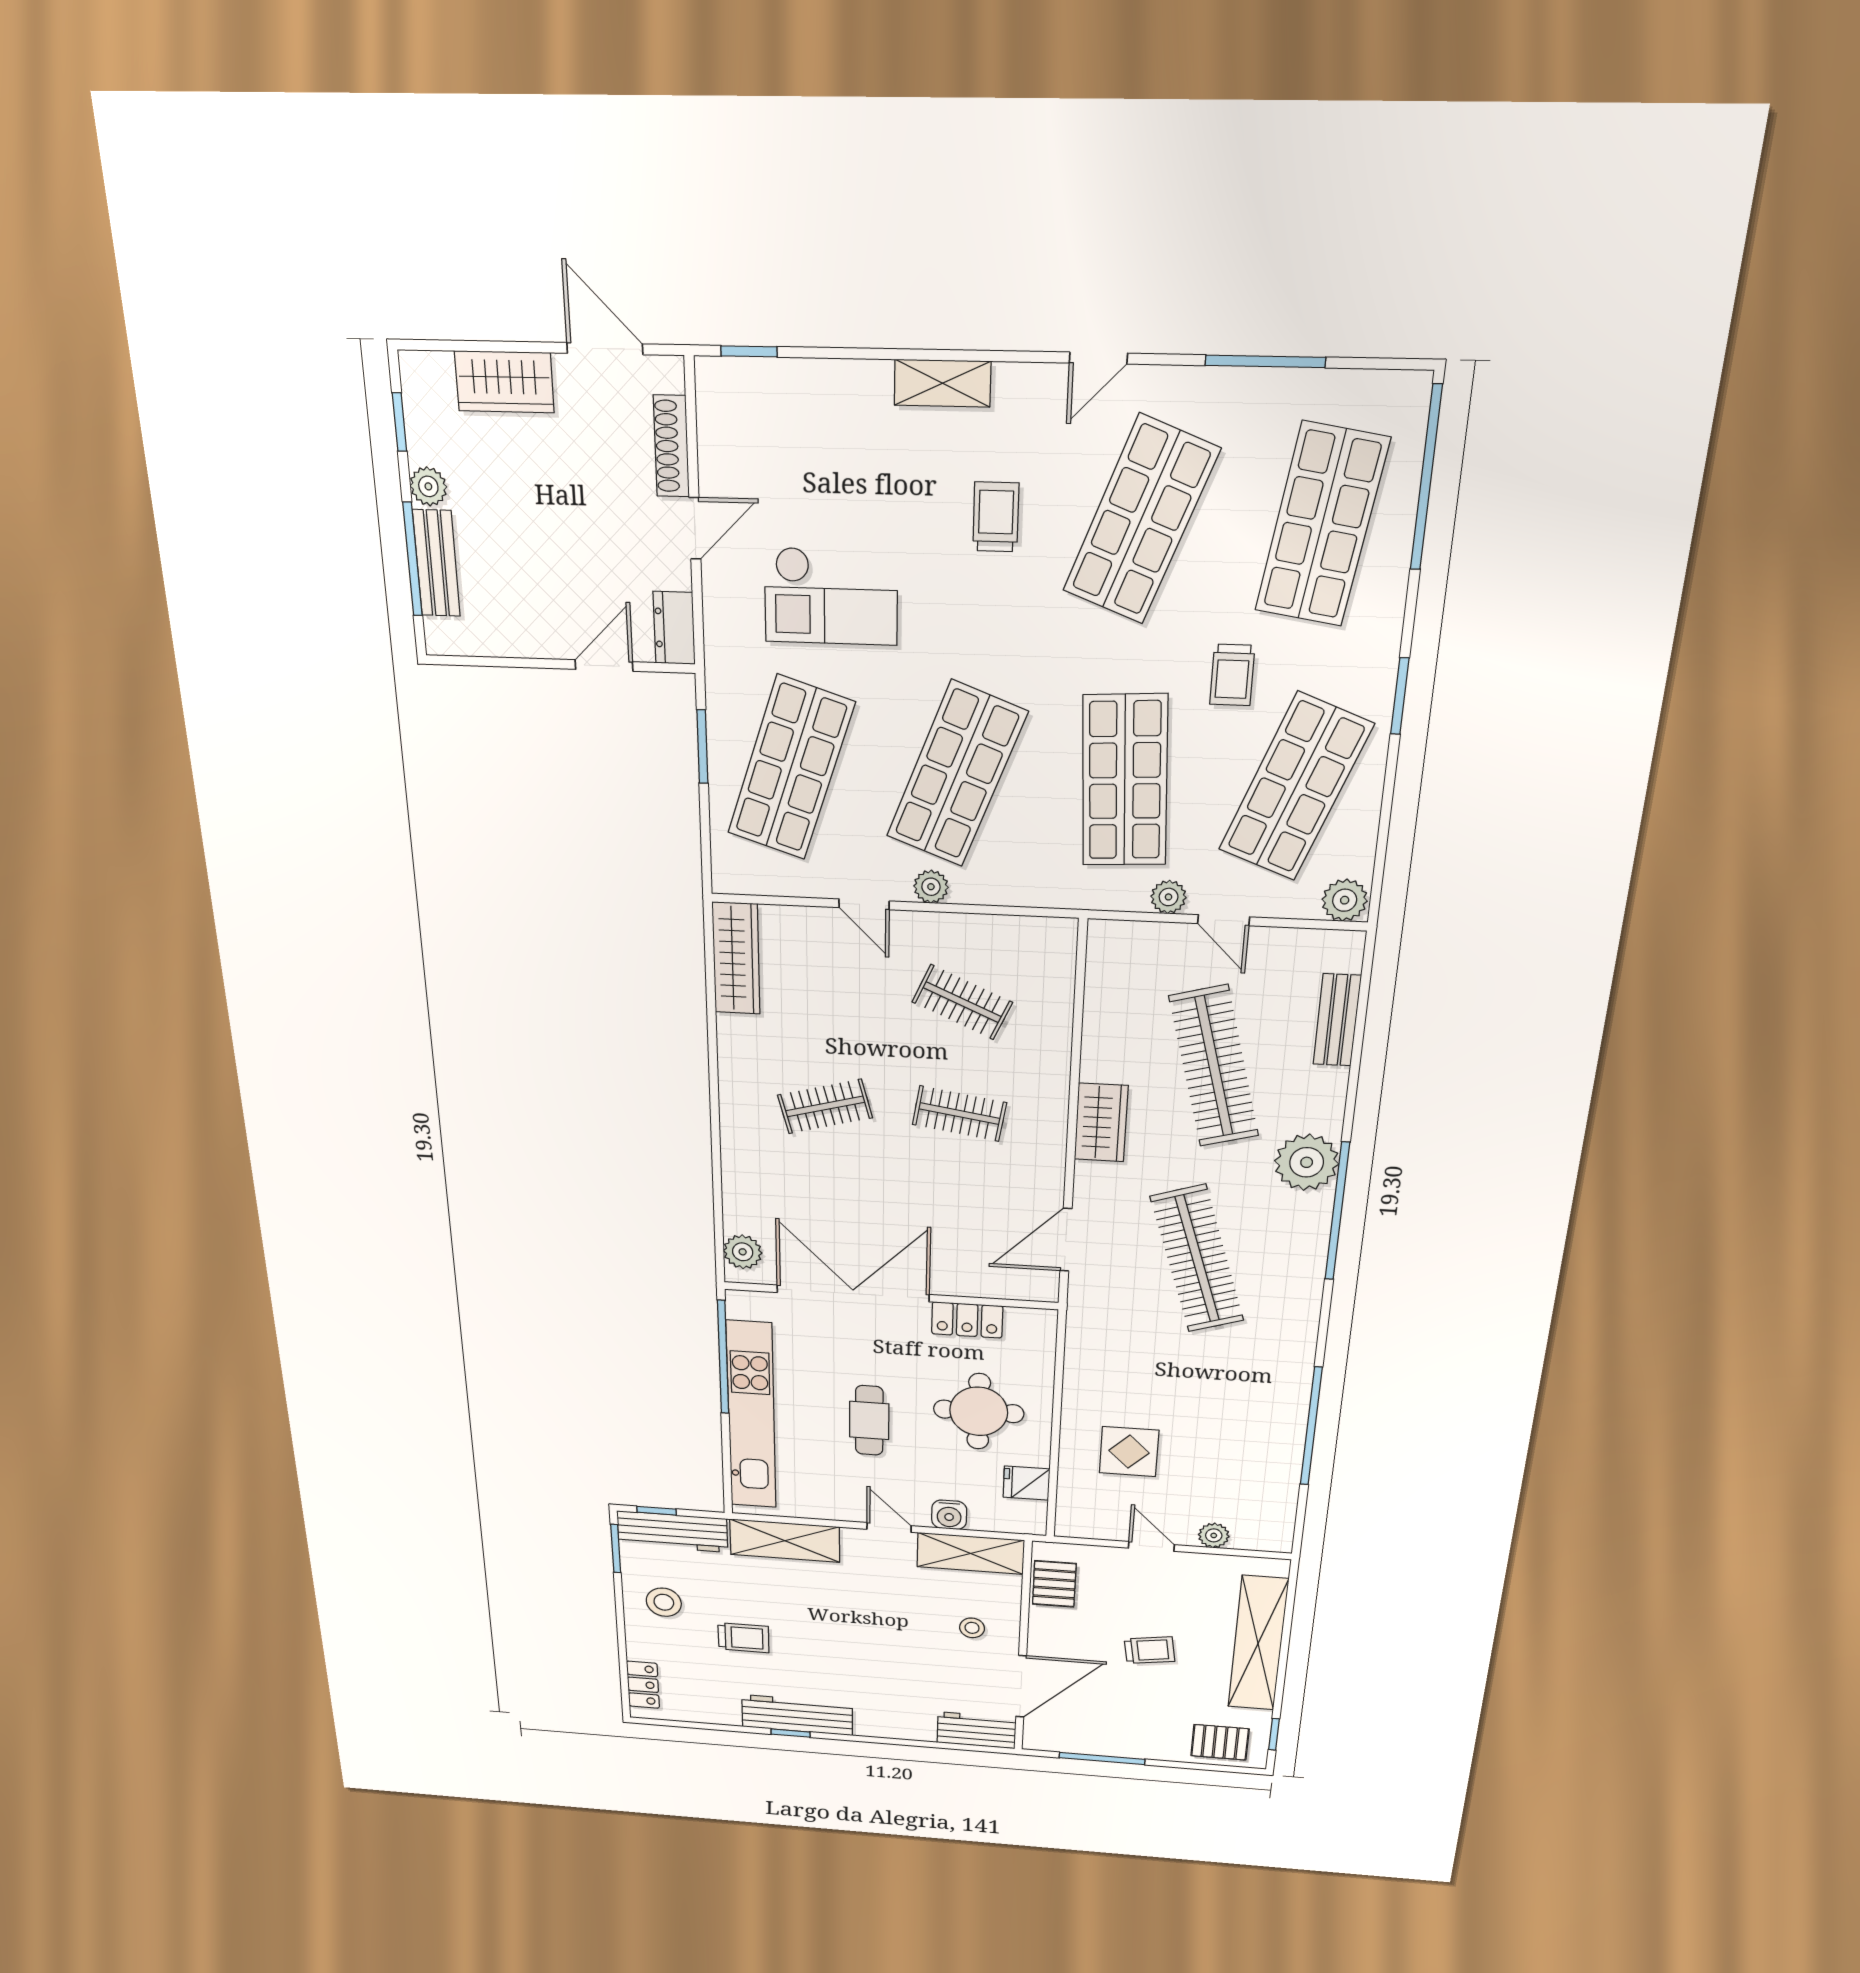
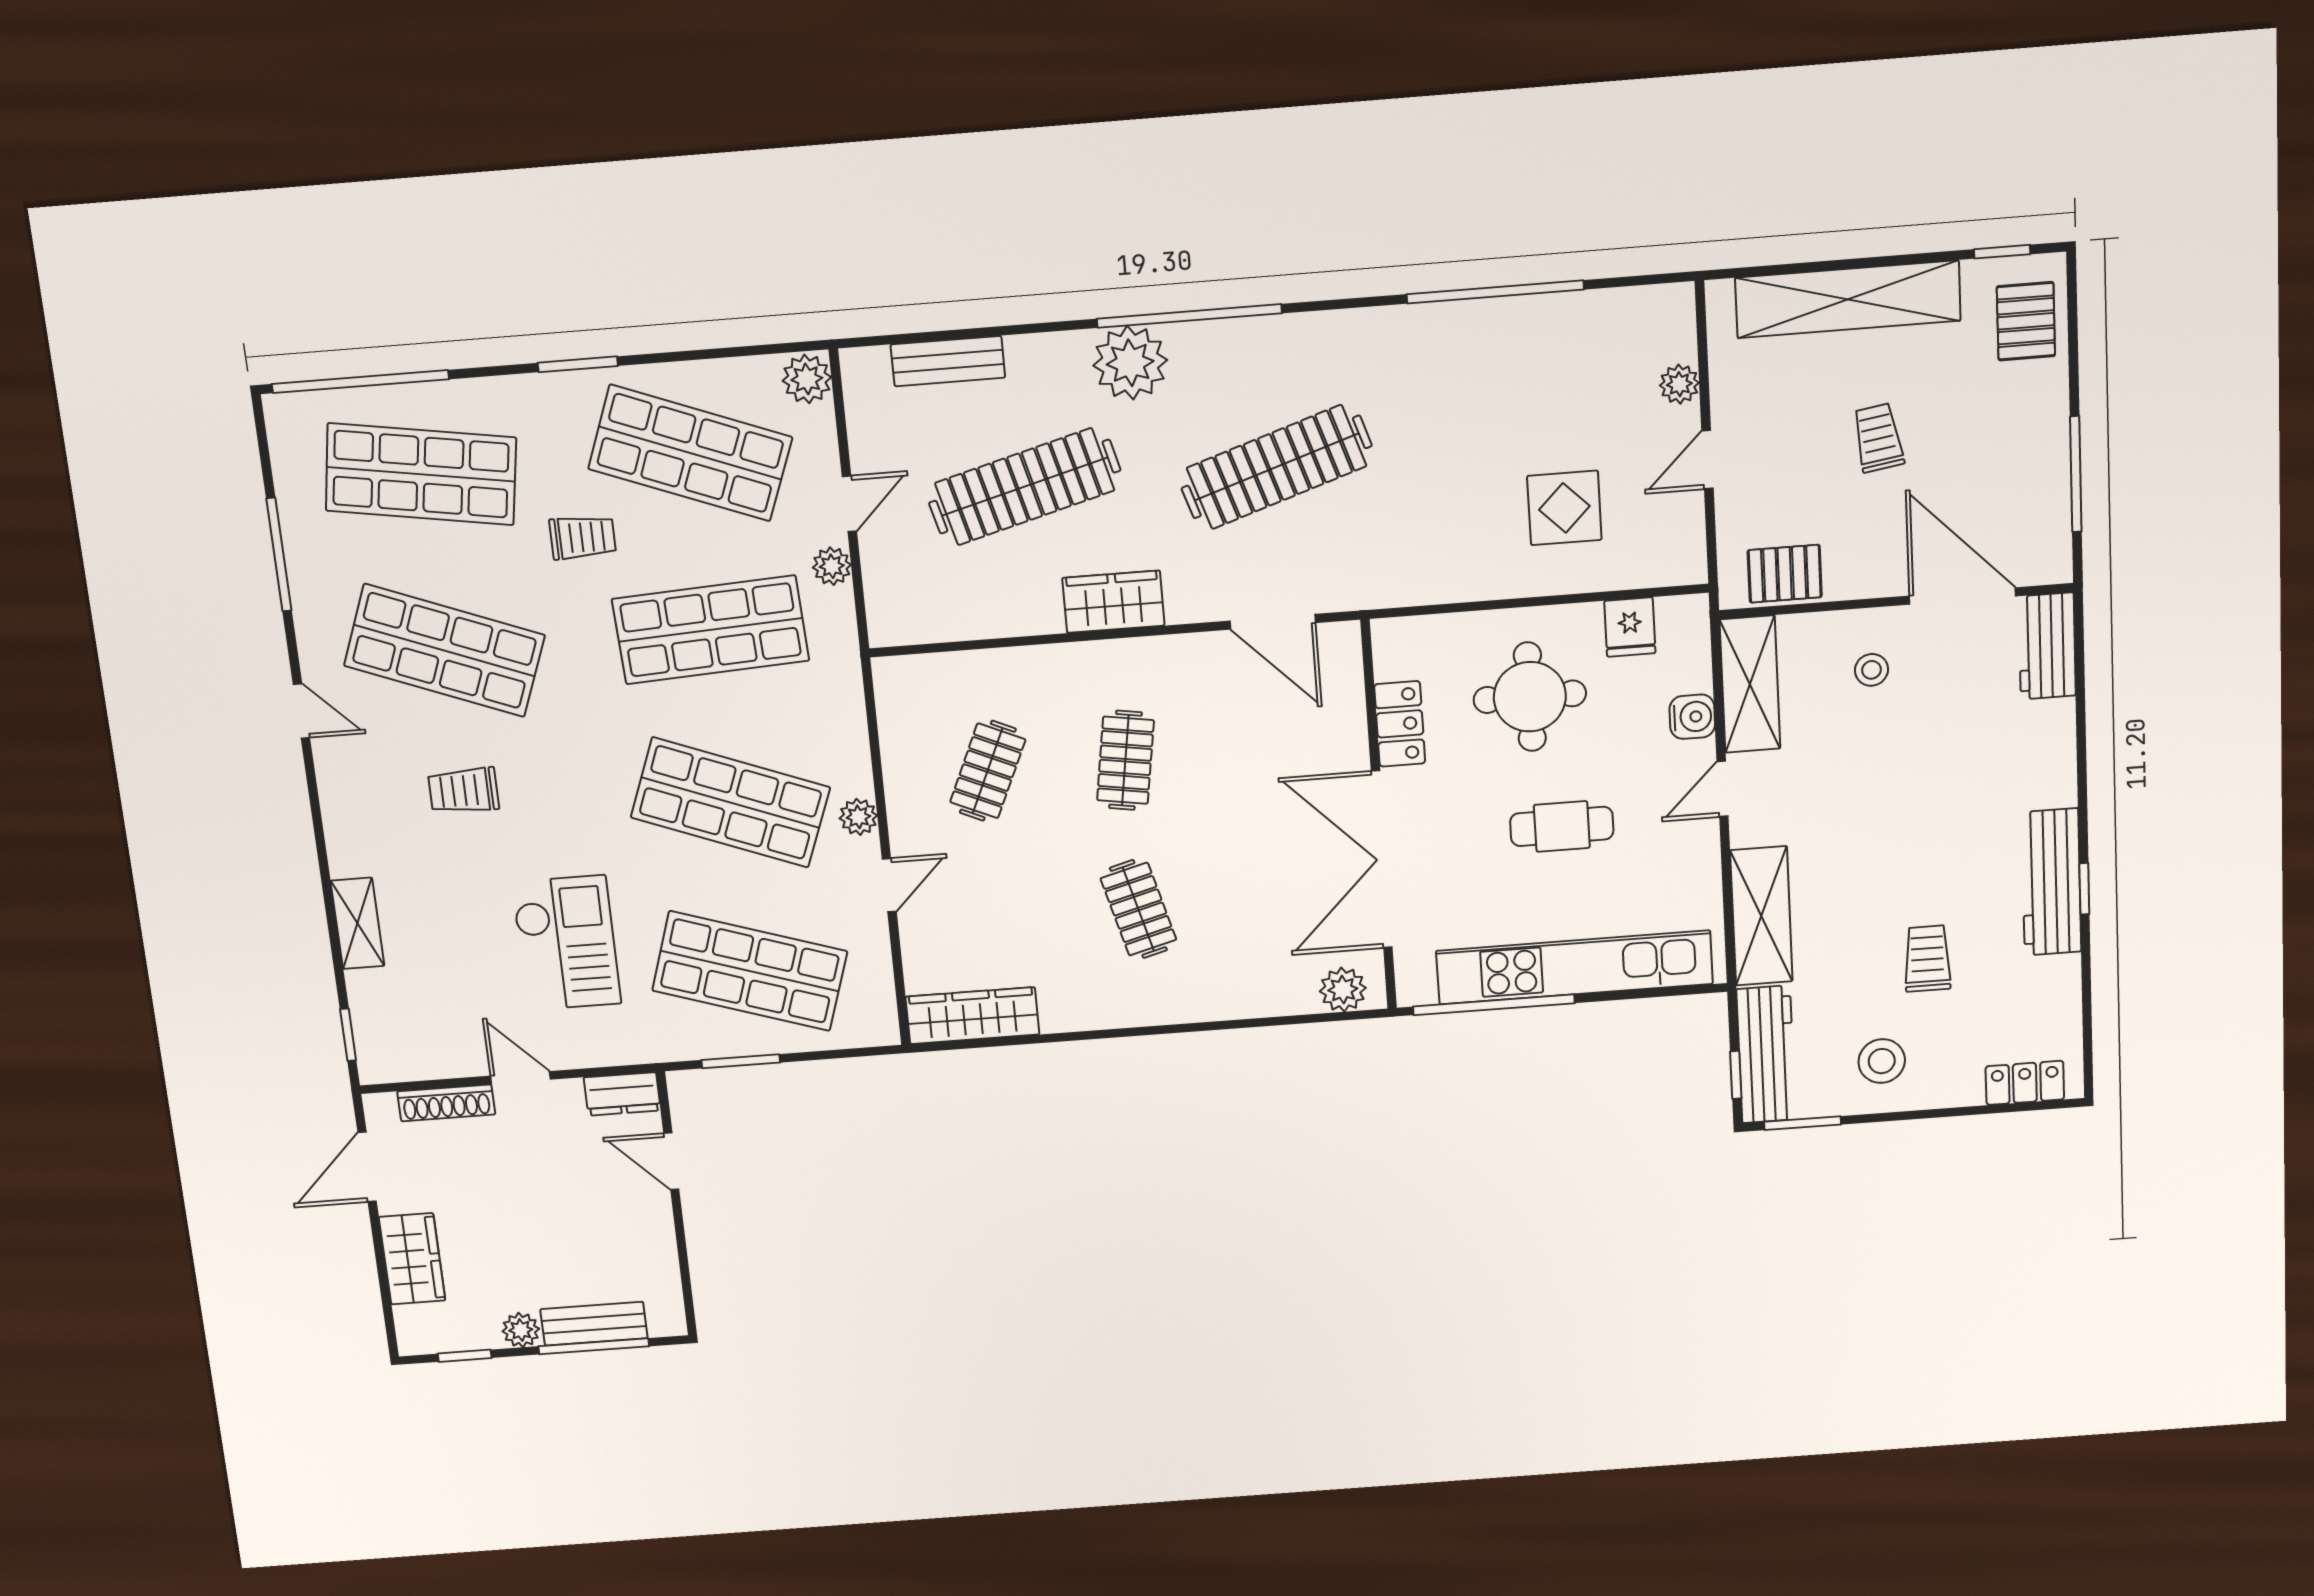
shelving: (942, 383) -> (357, 923), moved

